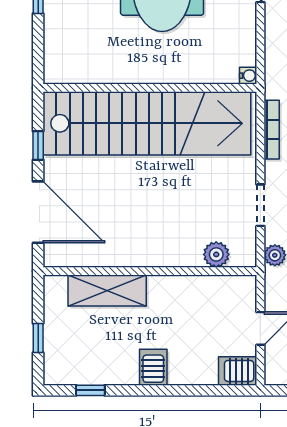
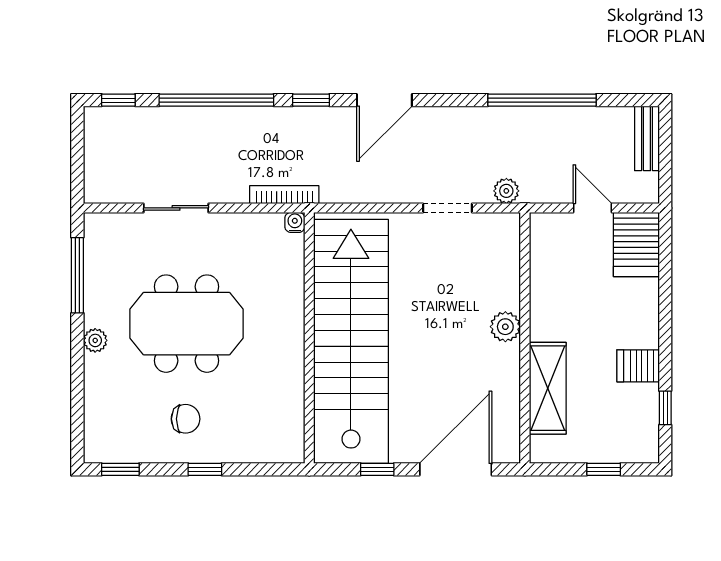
bookcase: (272, 130) -> (284, 195), moved
plant: (216, 254) -> (505, 327), moved
server rack: (153, 367) -> (638, 366), moved
server rack: (238, 371) -> (636, 244), width x1.36, depth x1.44

